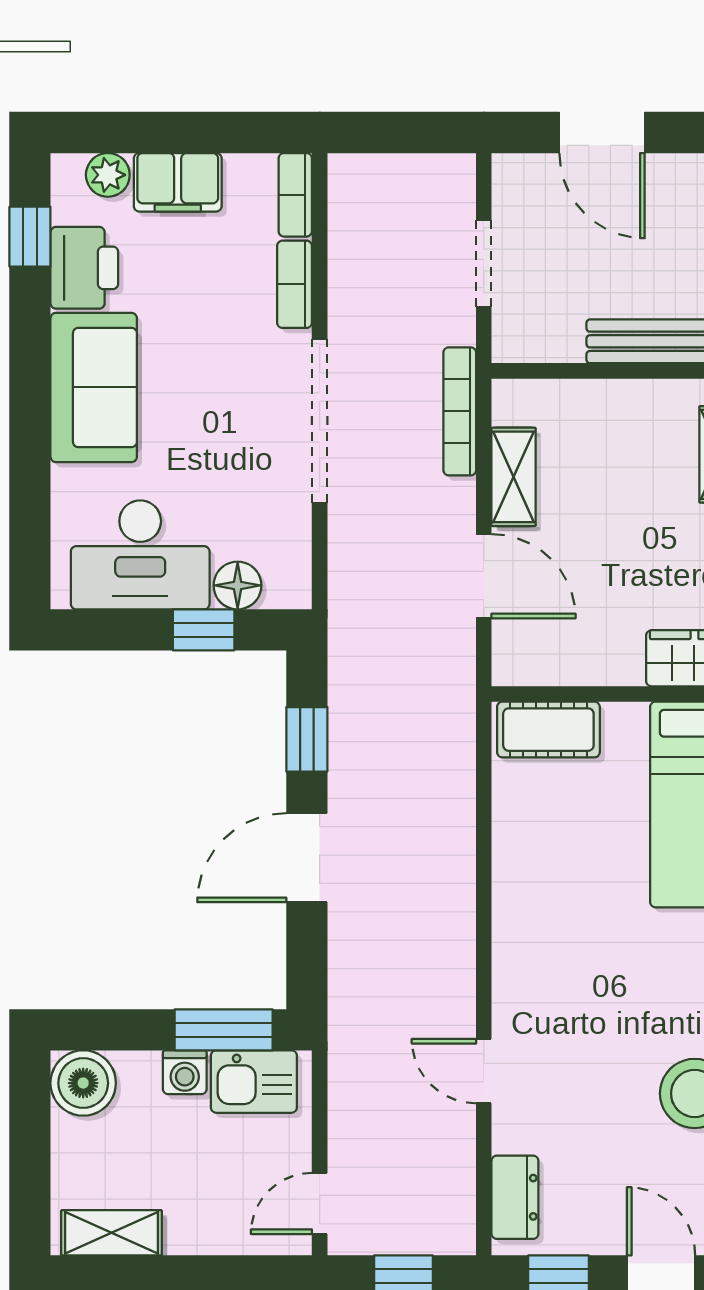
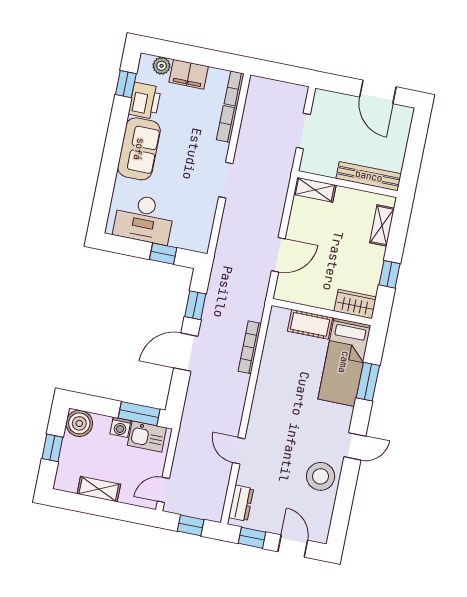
door: (602, 132) -> (378, 92), moved
bookcase: (460, 411) -> (250, 347), moved
doorway: (320, 421) -> (226, 180), width x0.53
shelving: (514, 477) -> (315, 190), moved, turned 90
door: (484, 576) -> (278, 255), hinge flipped
floor lamp: (238, 585) -> (180, 239), removed
cot: (548, 730) -> (310, 324), moved
window: (30, 1156) -> (52, 448), added
shelving: (111, 1233) -> (99, 489), moved

